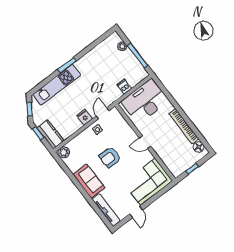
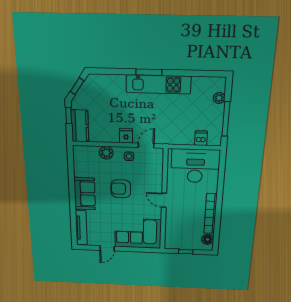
kitchen unit: (57, 85) -> (159, 84), moved
dishwasher: (124, 87) -> (201, 138), moved
plant: (64, 152) -> (106, 153), moved

